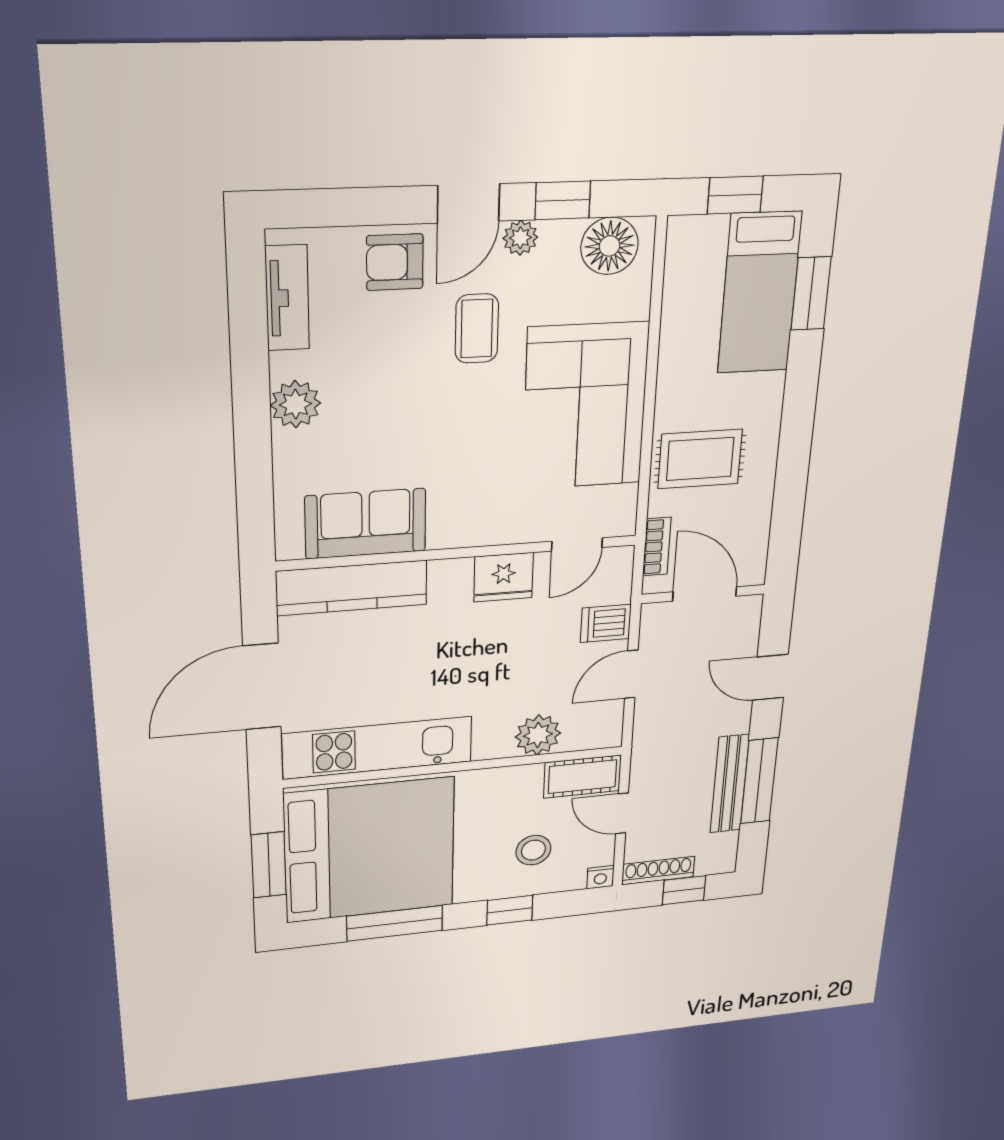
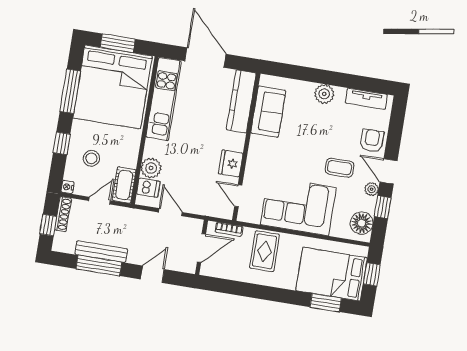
bed: (760, 293) -> (332, 274), width x1.50
dishwasher: (606, 623) -> (148, 188), moved, turned 90

